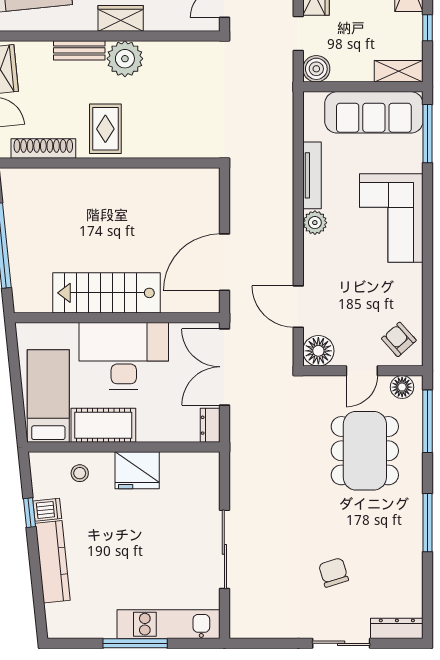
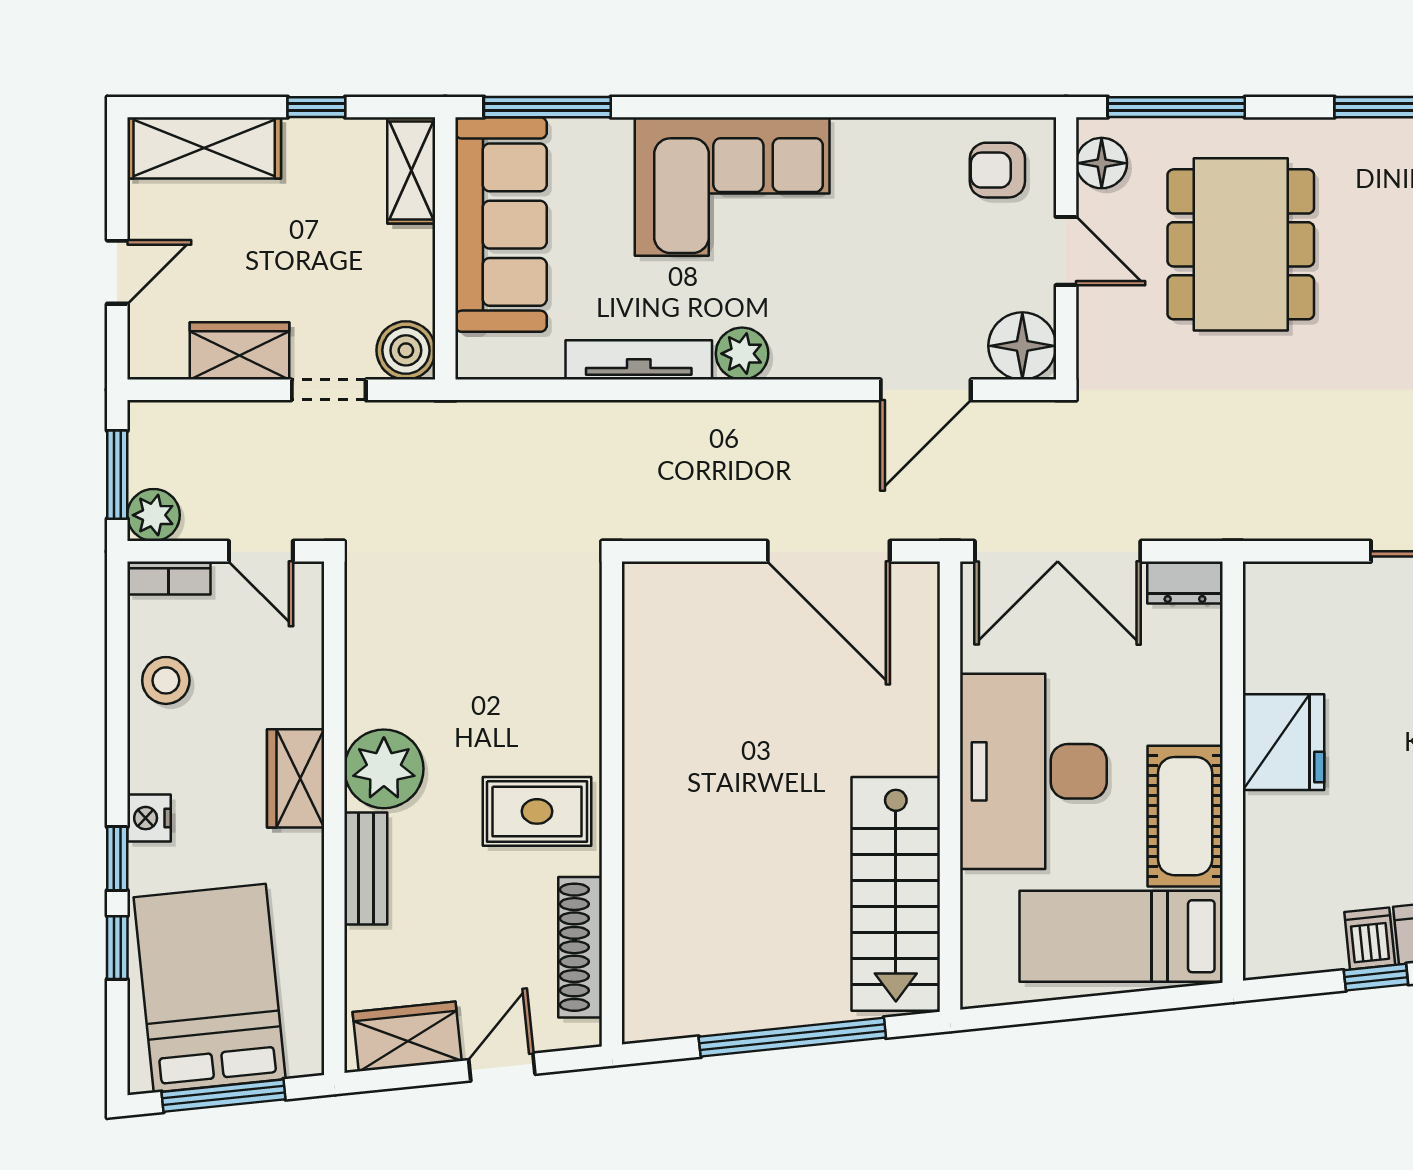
stairs: (107, 293) -> (896, 894), moved
armchair: (399, 339) -> (997, 170), turned 42
dining table: (365, 451) -> (1241, 244), turned 90
stool: (80, 473) -> (1290, 868), removed

